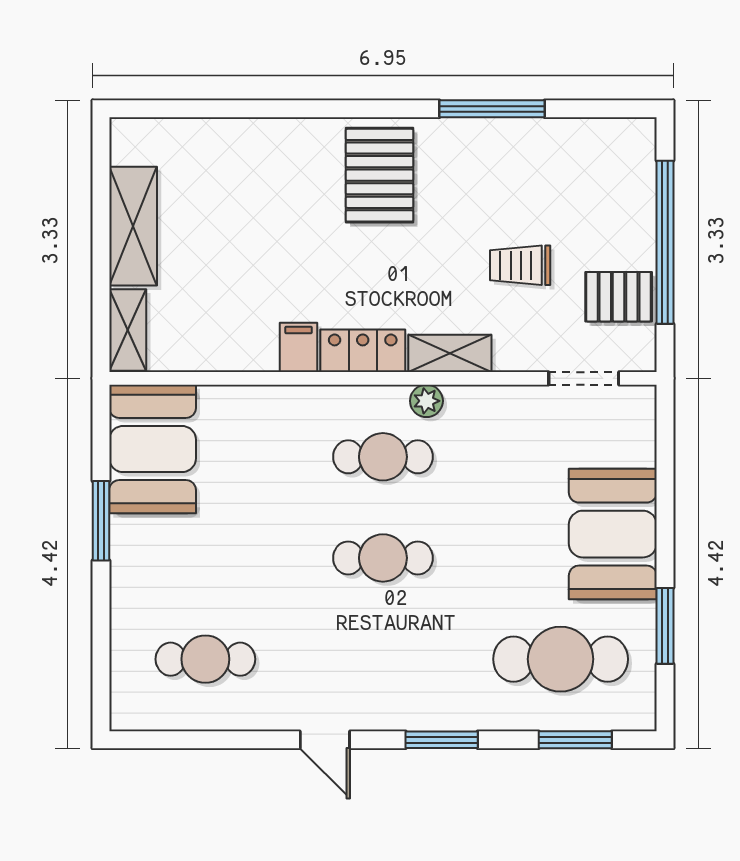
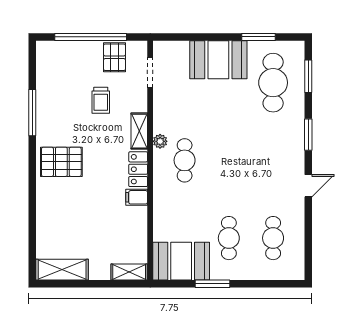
shelving: (133, 226) -> (62, 270), moved
cafe table: (383, 558) -> (229, 238), moved

